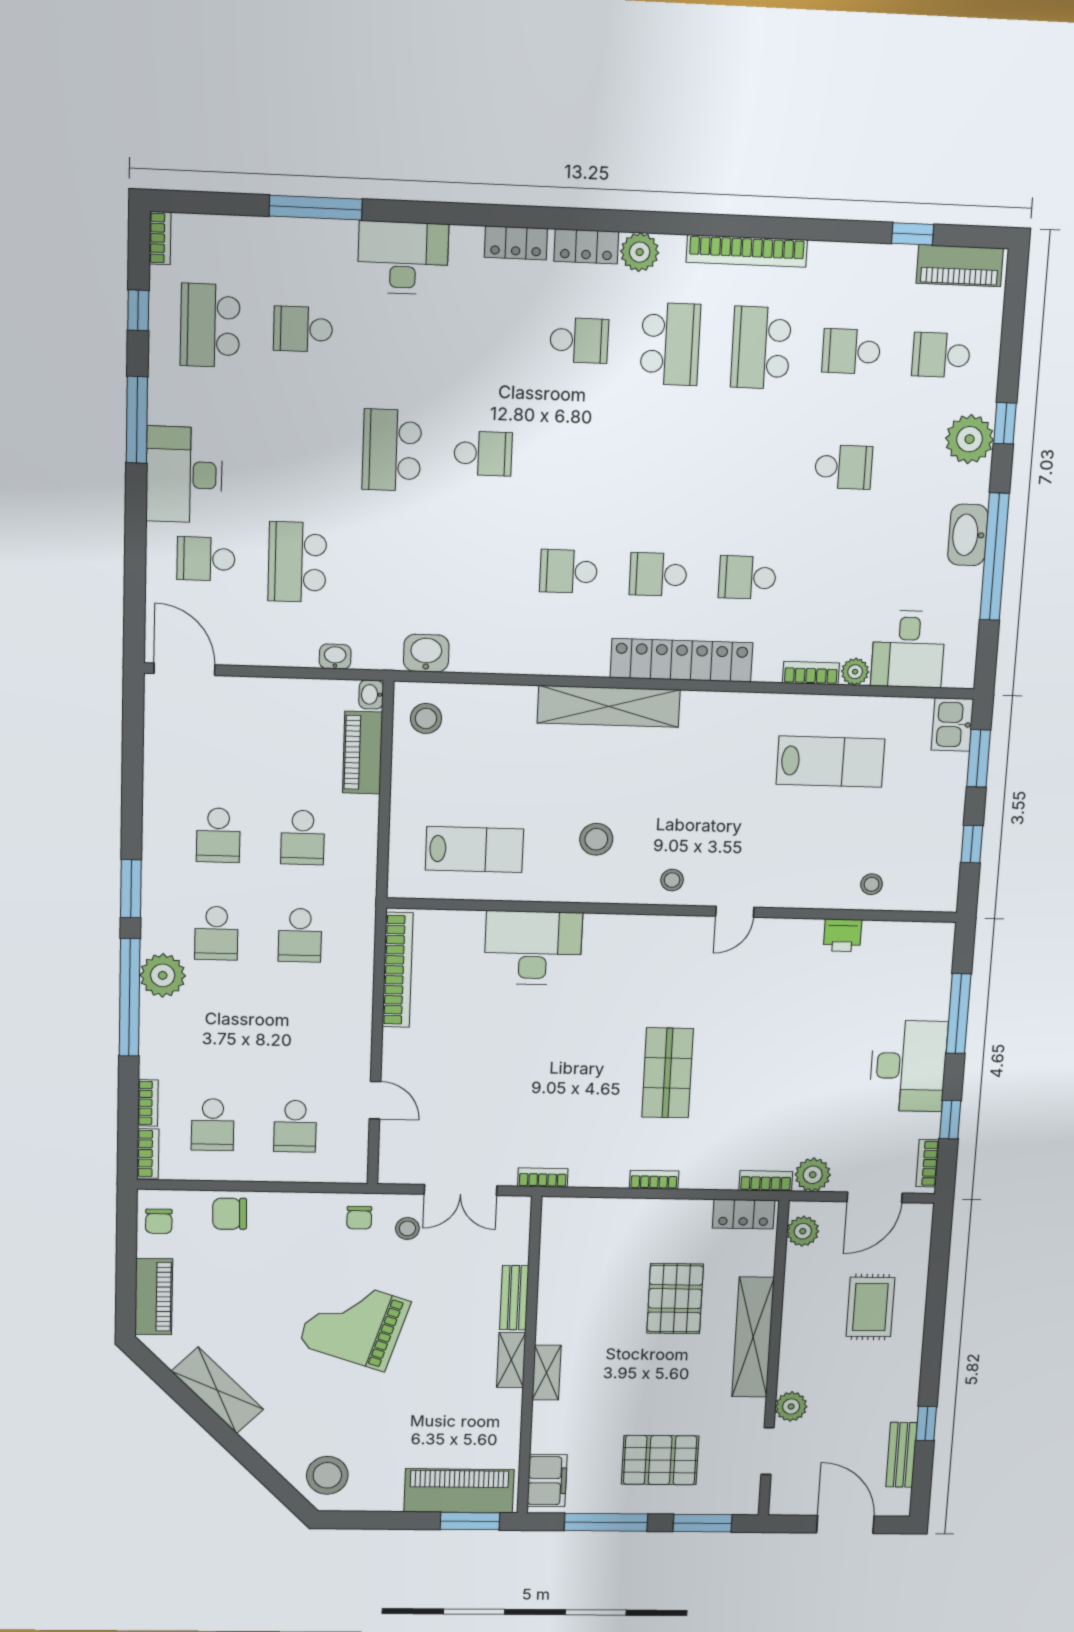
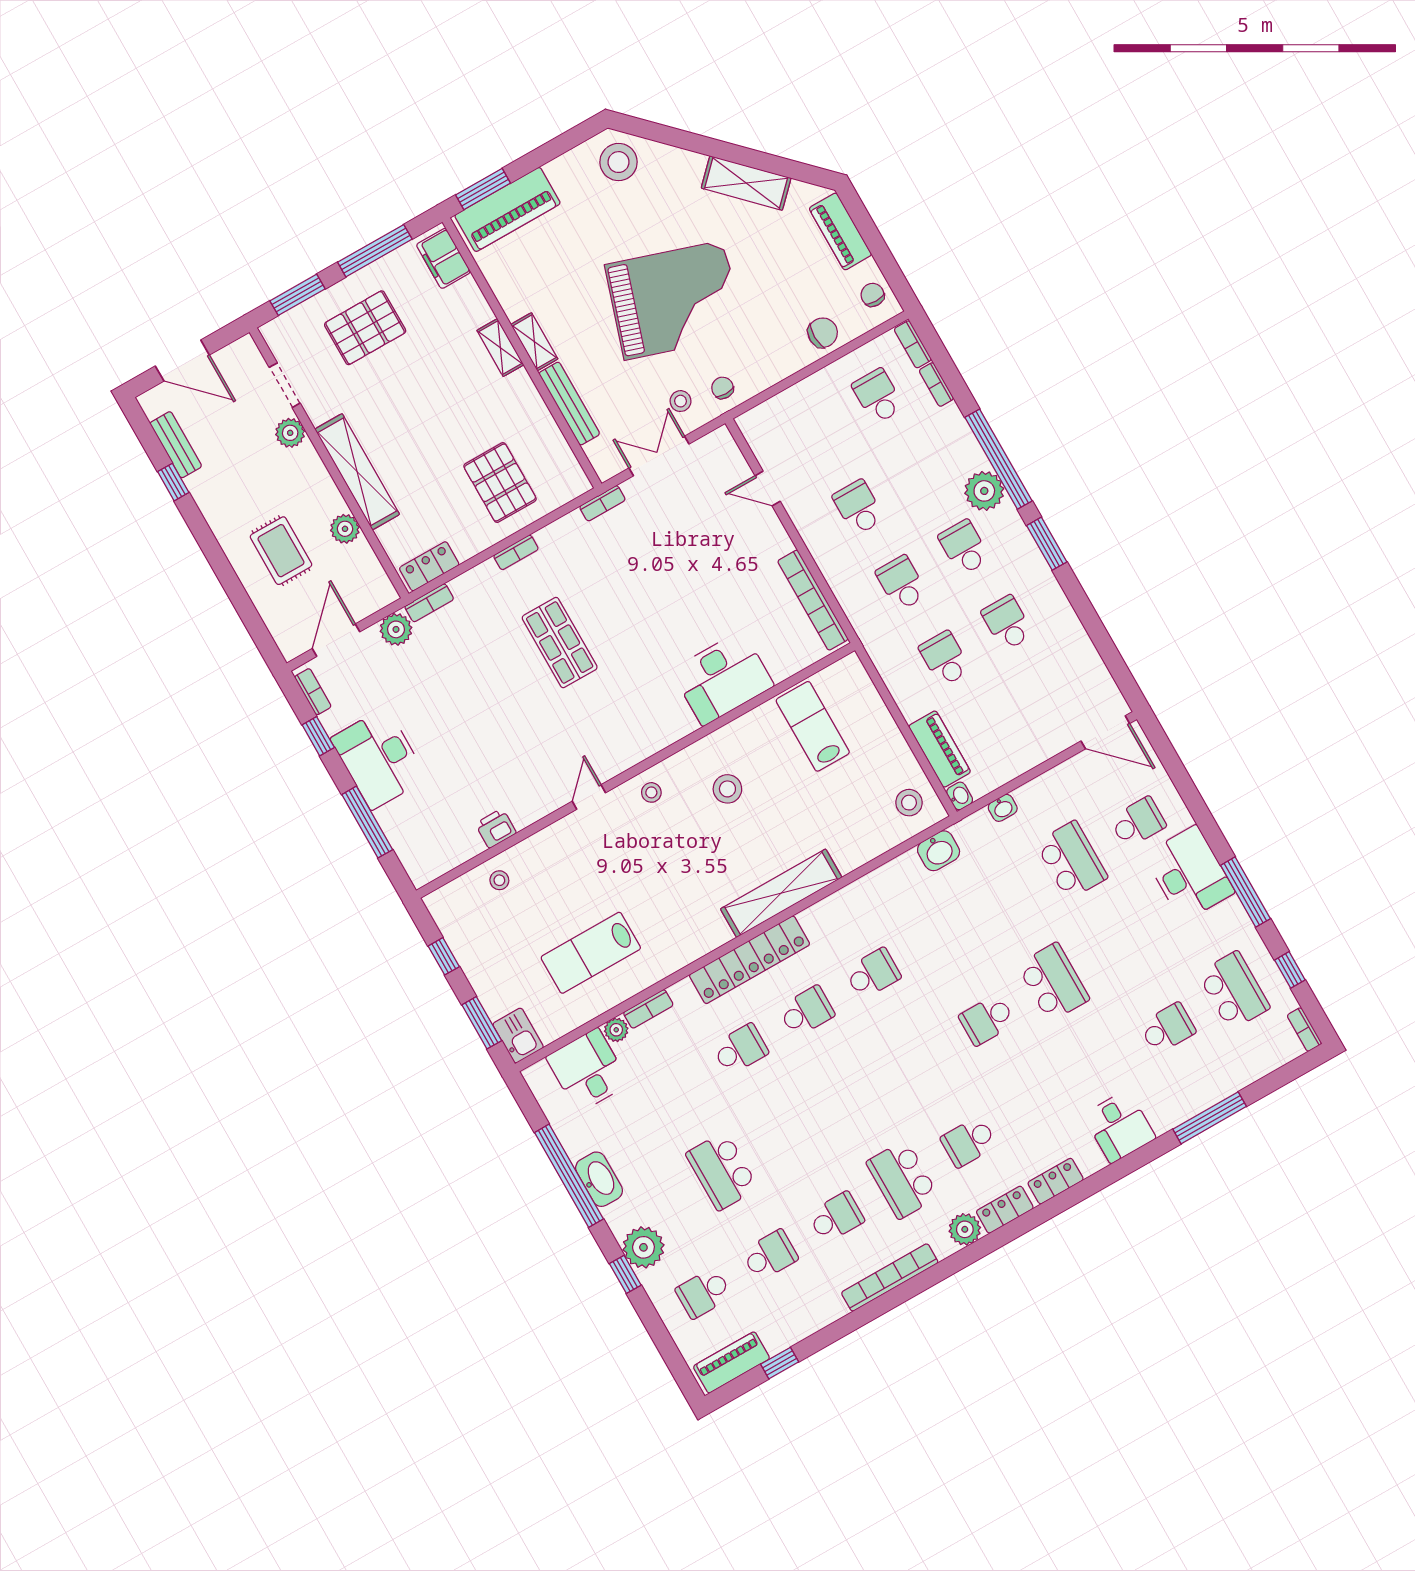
desk: (403, 258) -> (1119, 1126), width x0.73
school desk: (761, 348) -> (836, 1217), width x0.54
school desk: (941, 355) -> (704, 1293), turned 180
school desk: (844, 467) -> (722, 1171), width x1.85
lab bench: (474, 850) -> (813, 726), turned 90
school desk: (295, 1126) -> (858, 507), moved
plant: (803, 1231) -> (345, 529), moved
bench: (514, 1298) -> (569, 404), width x1.36
pallet: (675, 1299) -> (500, 483), moved
grand piano: (354, 1323) -> (674, 300), width x1.37, depth x1.48

